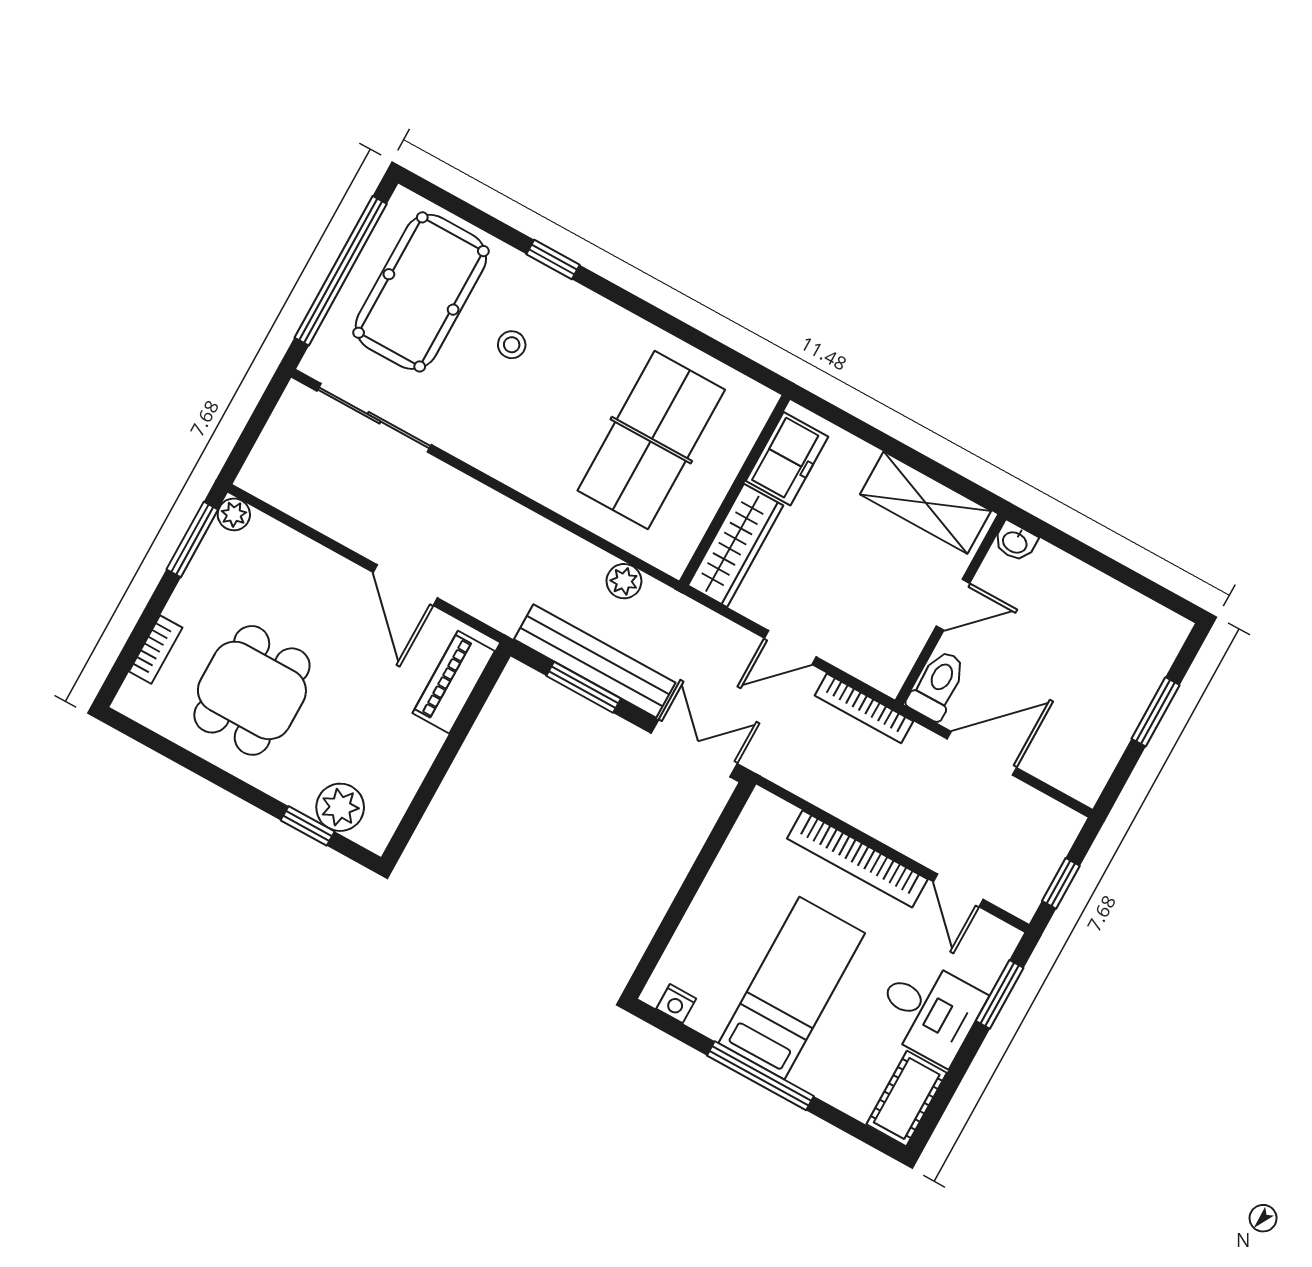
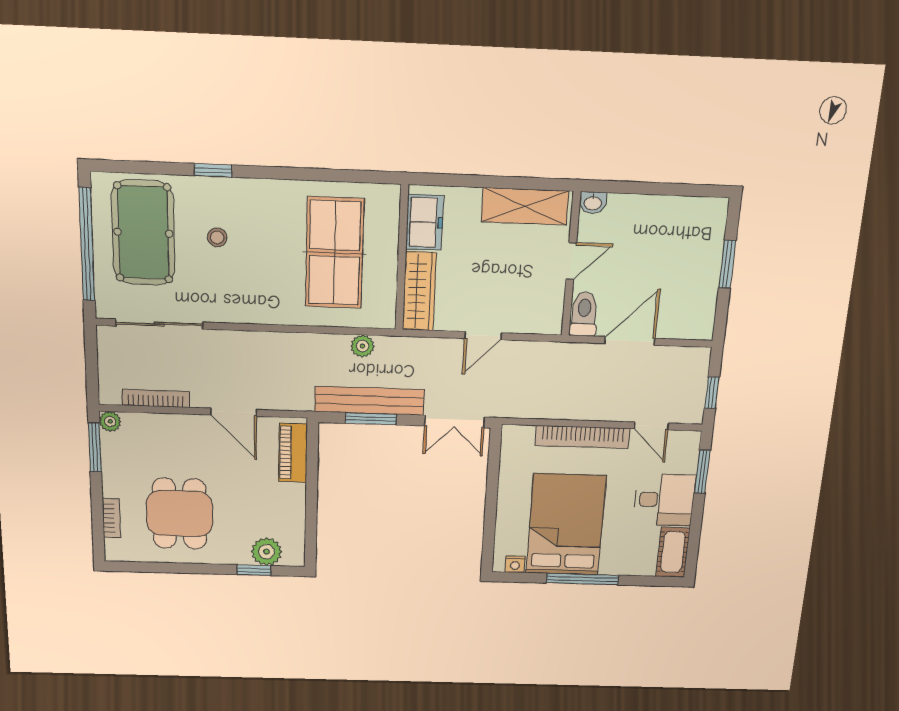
bookcase: (864, 708) -> (156, 398), moved, turned 180
double door: (694, 748) -> (454, 422), swing flipped
bed: (792, 988) -> (566, 525), width x1.50

